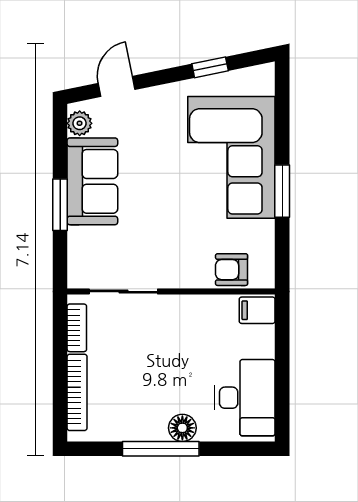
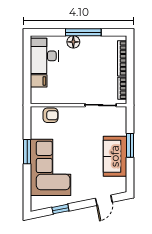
plant: (80, 123) -> (121, 183), removed
filing cabinet: (257, 310) -> (39, 81), moved

